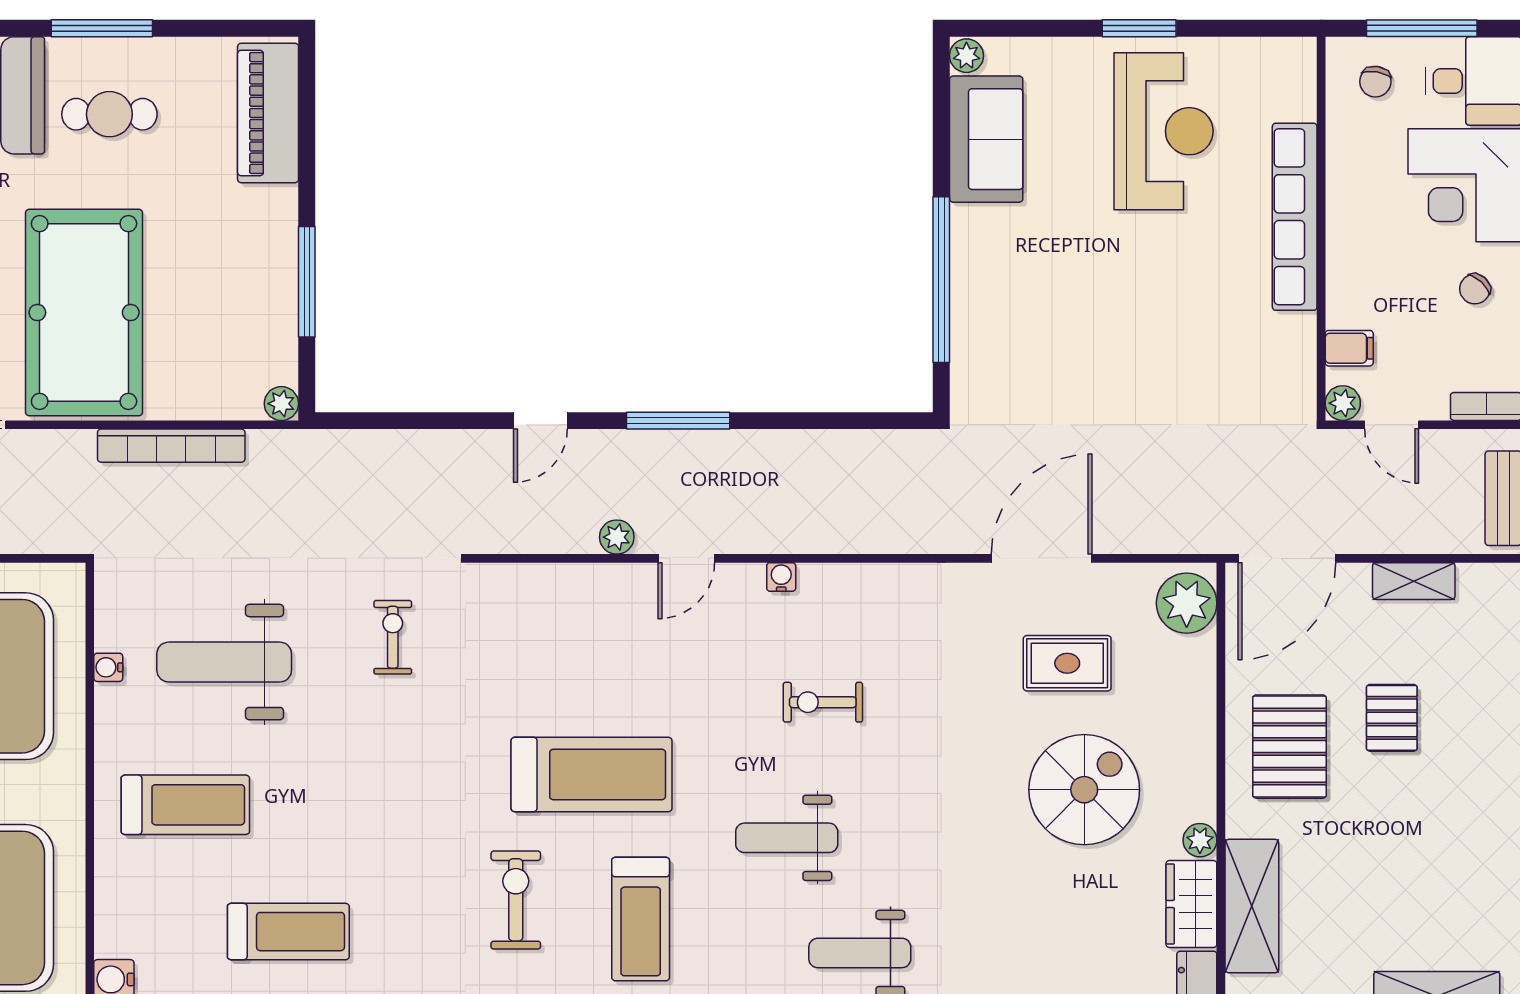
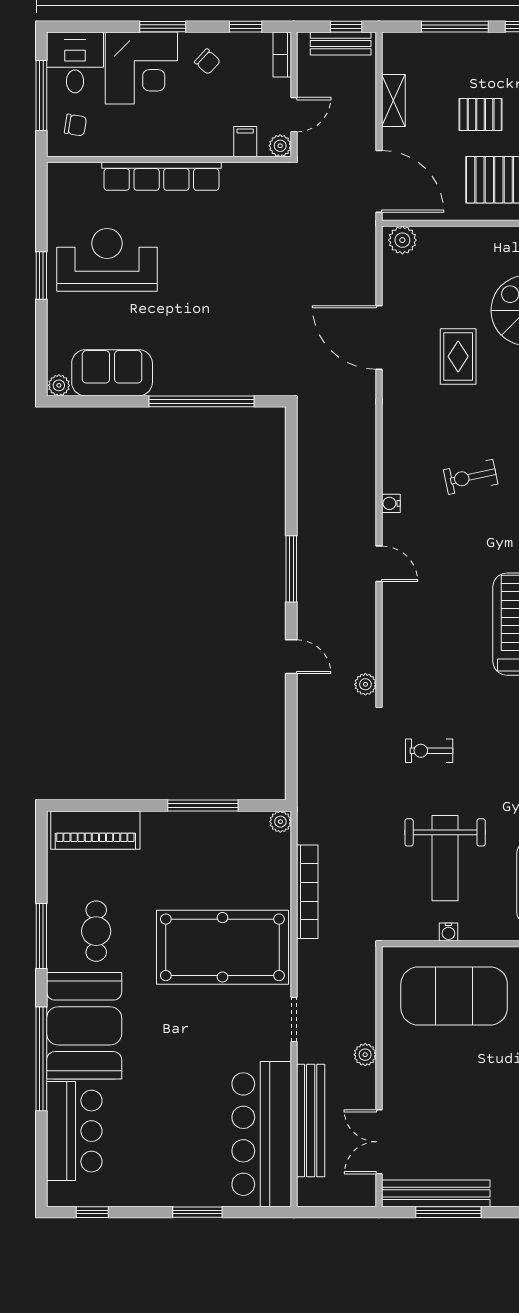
plant: (617, 537) -> (365, 684), moved
plant: (1187, 603) -> (402, 240), width x0.73, depth x0.73
rug: (1067, 663) -> (458, 356), moved
exercise bike: (823, 702) -> (471, 477), turned 78

